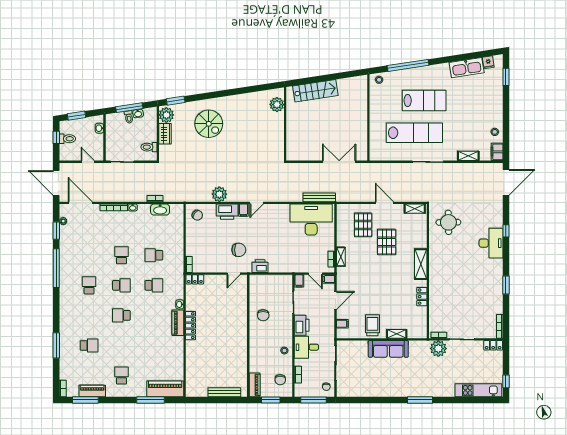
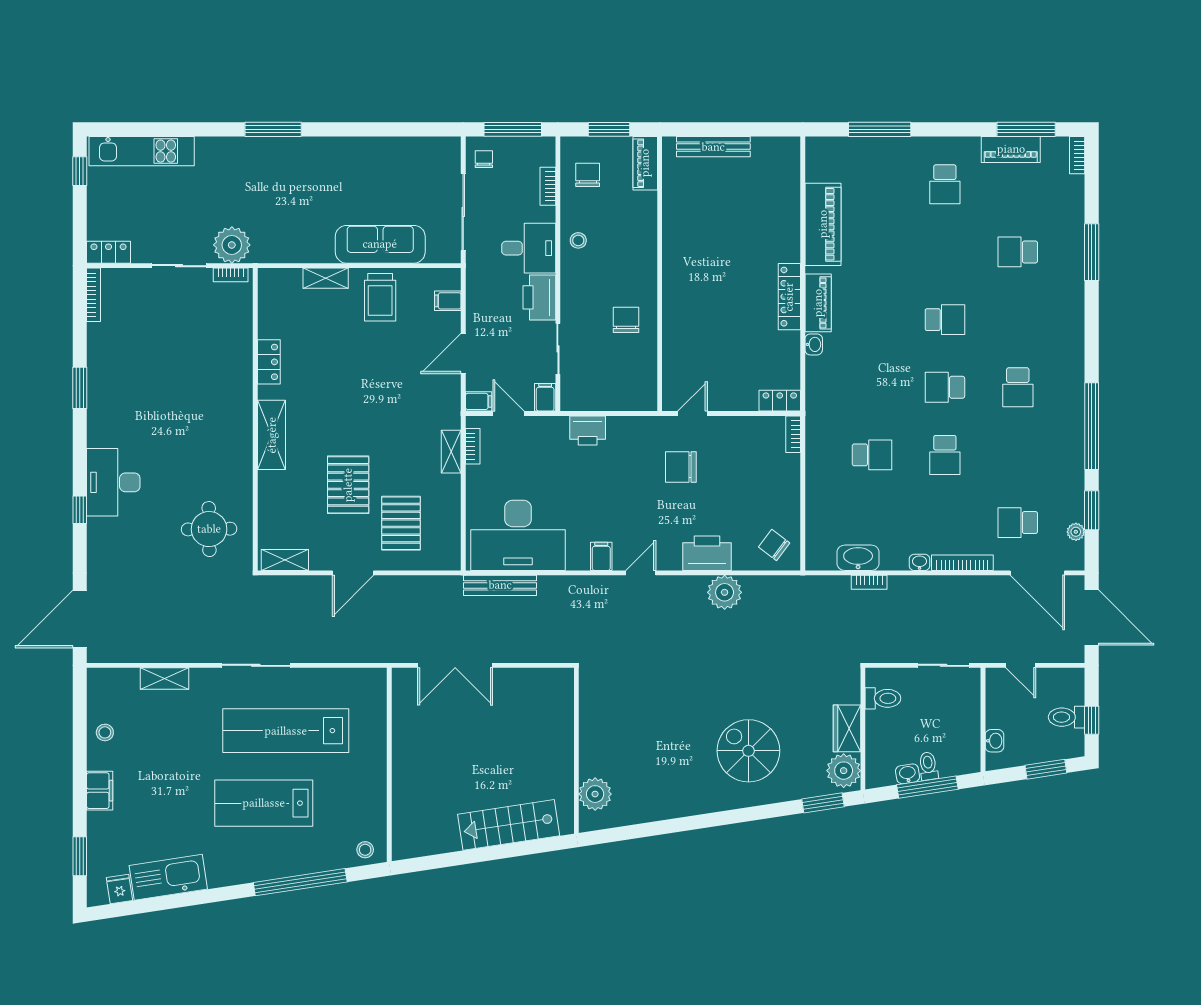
filing cabinet: (497, 152) -> (100, 791), moved
door: (385, 203) -> (353, 573), hinge flipped
filing cabinet: (243, 210) -> (601, 556), moved
printer: (260, 266) -> (588, 431), moved
school desk: (154, 285) -> (1018, 523), moved
sofa: (388, 349) -> (380, 244), moved
piano: (165, 389) -> (823, 224), moved, turned -90

